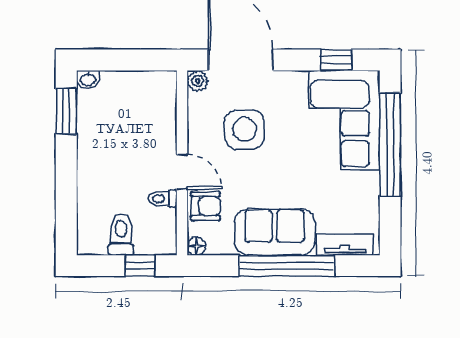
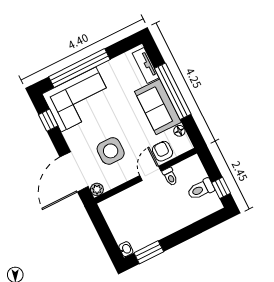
floor lamp: (196, 246) -> (179, 131), moved
window: (140, 266) -> (221, 188), moved

